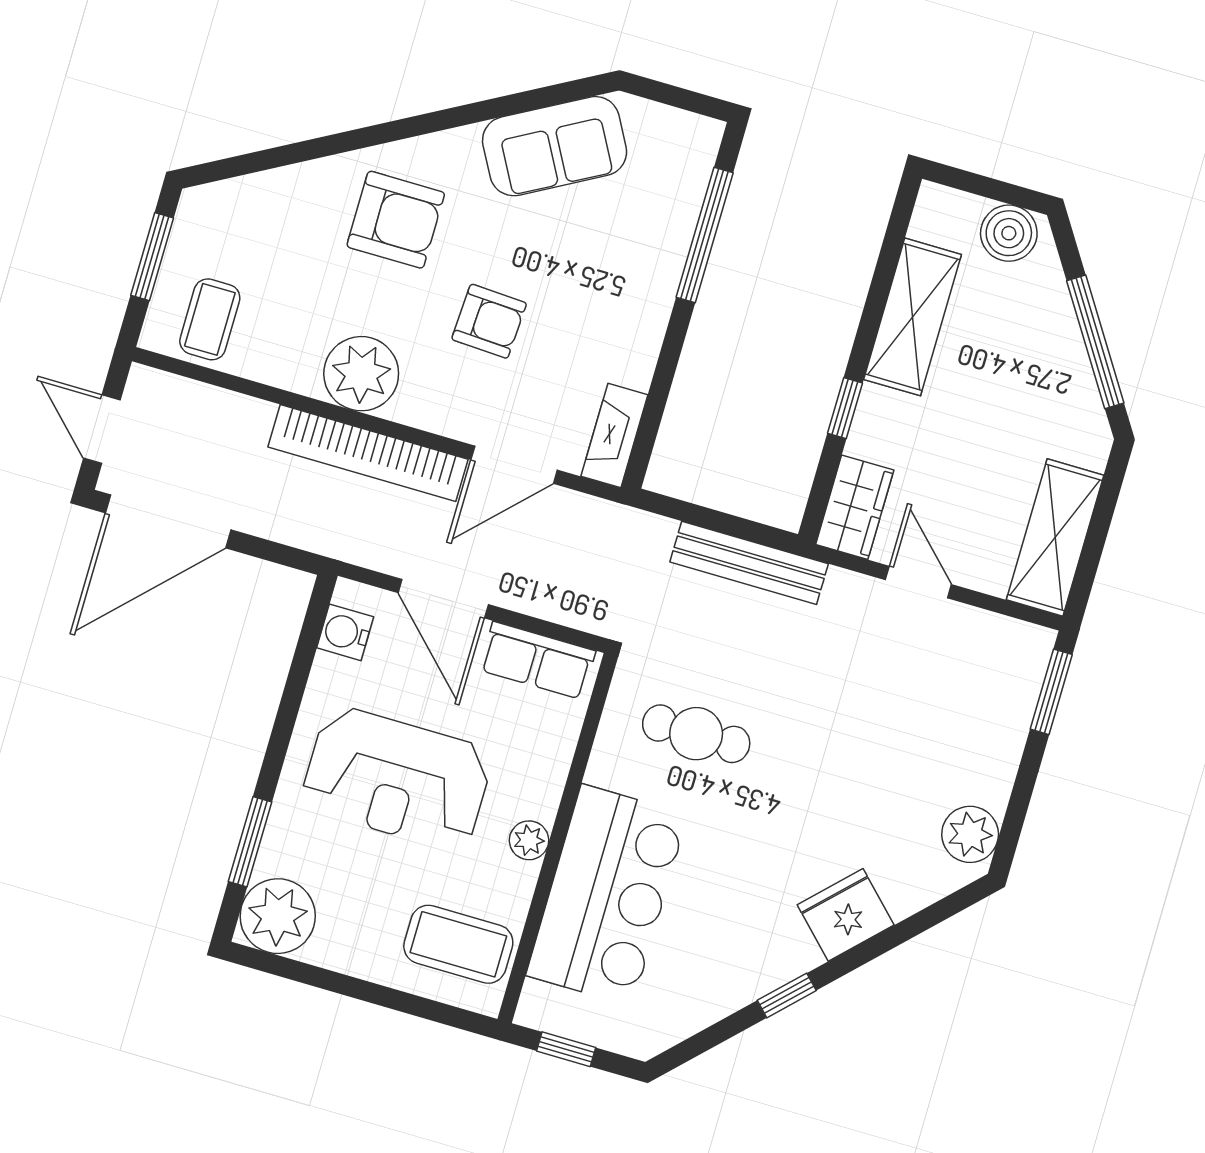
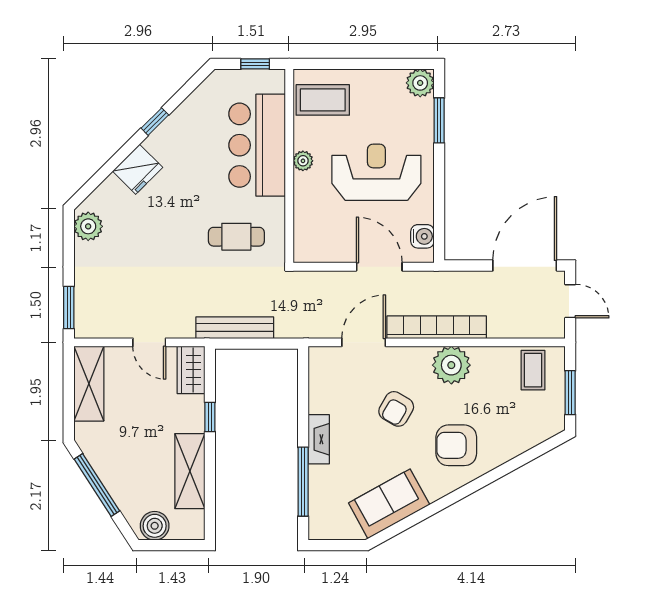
armchair: (489, 321) -> (396, 409), turned -63
fireplace: (614, 435) -> (319, 439), moved
row of seats: (537, 660) -> (324, 250), removed
plant: (278, 916) -> (420, 83), width x0.73, depth x0.73

